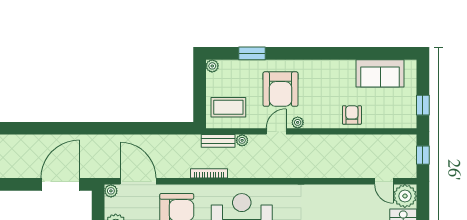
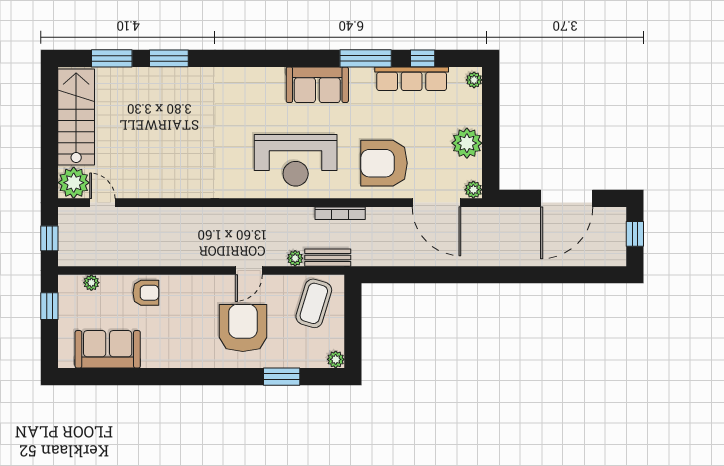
coffee table: (228, 107) -> (314, 303), turned -73
armchair: (352, 115) -> (146, 293), turned -90
plant: (298, 122) -> (91, 283), moved
door: (60, 184) -> (567, 198), moved

